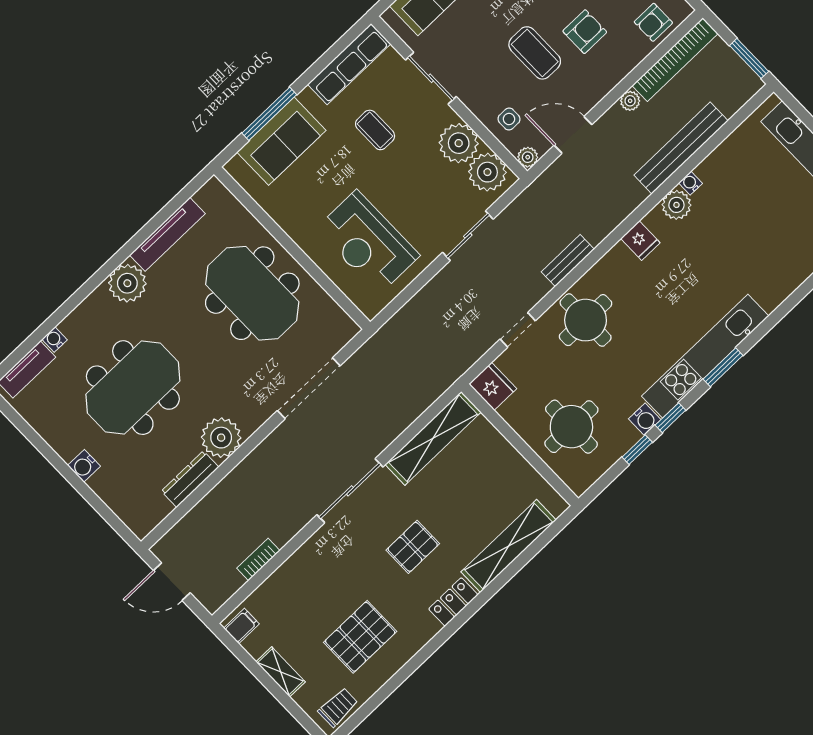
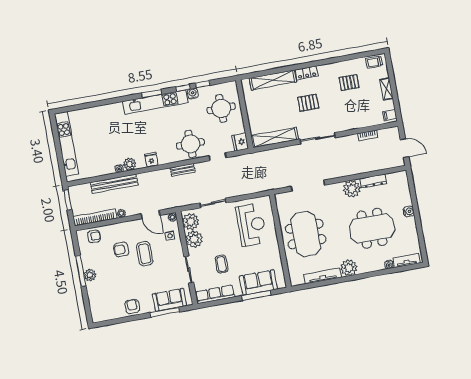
pallet: (360, 637) -> (349, 83), width x0.67, depth x0.71

